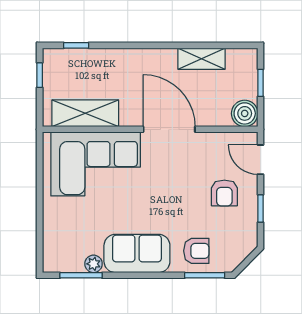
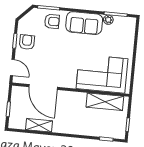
boiler: (245, 113) -> (19, 93), removed
door: (169, 129) -> (43, 87), moved
armchair: (224, 193) -> (27, 42), moved
armchair: (196, 251) -> (52, 21), turned 180

